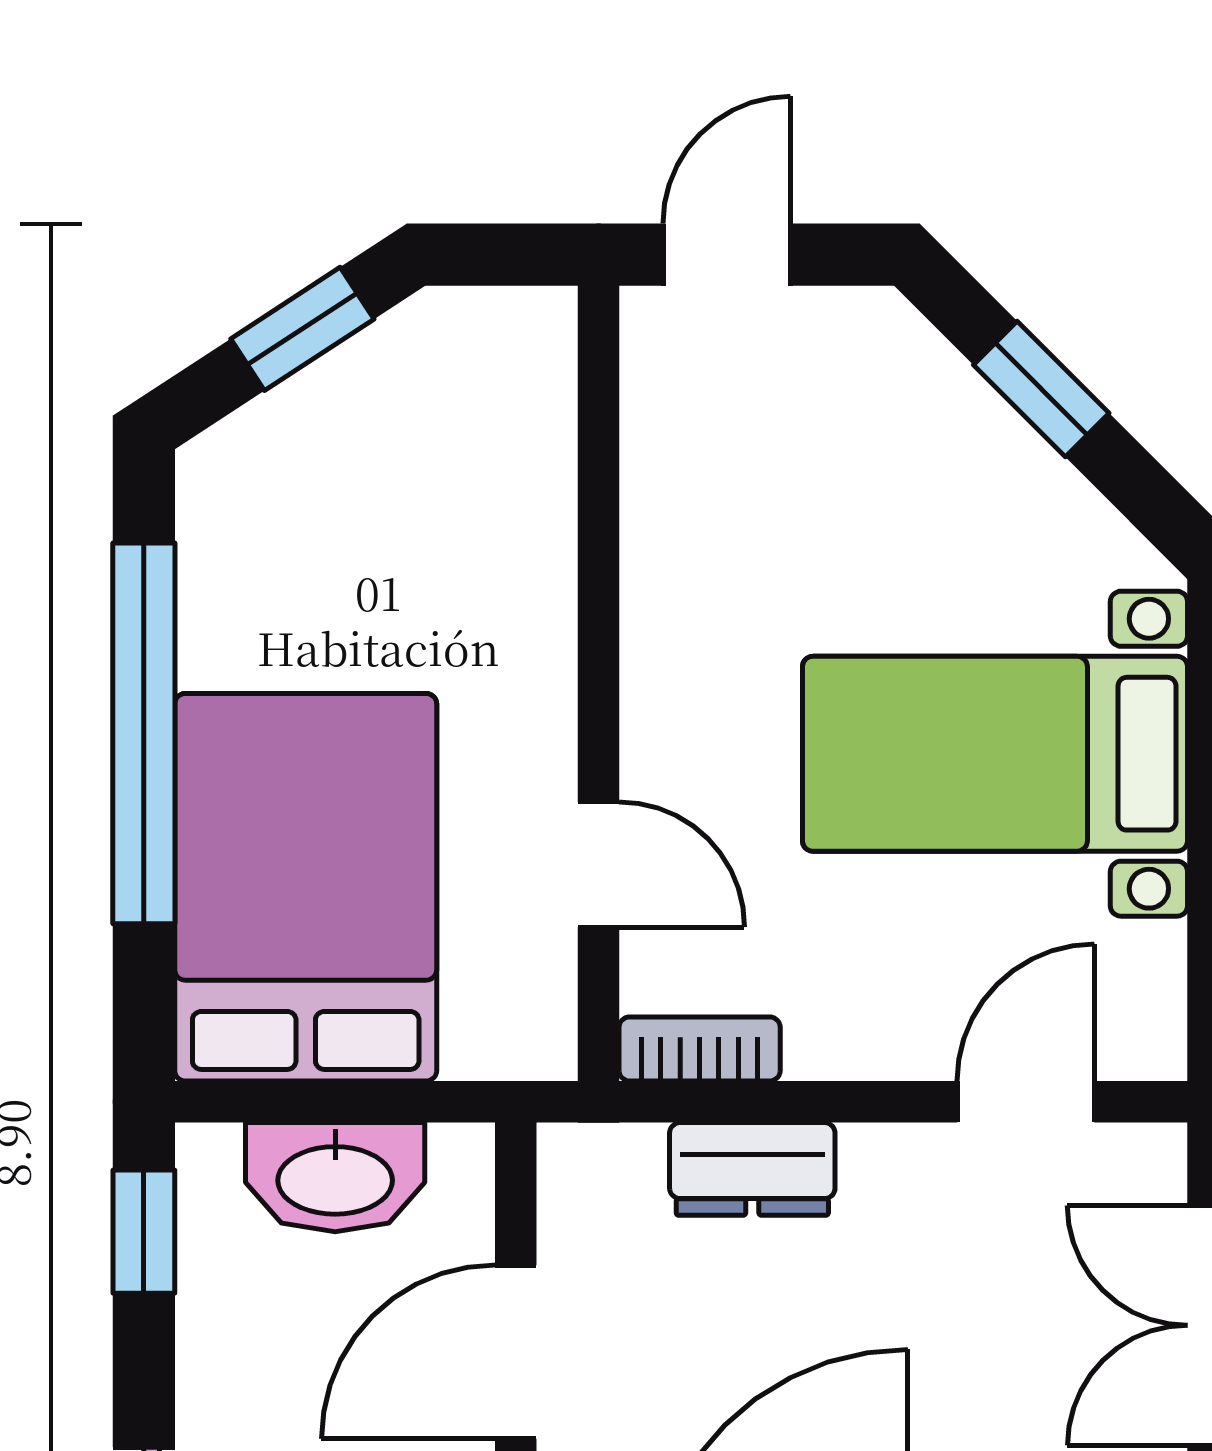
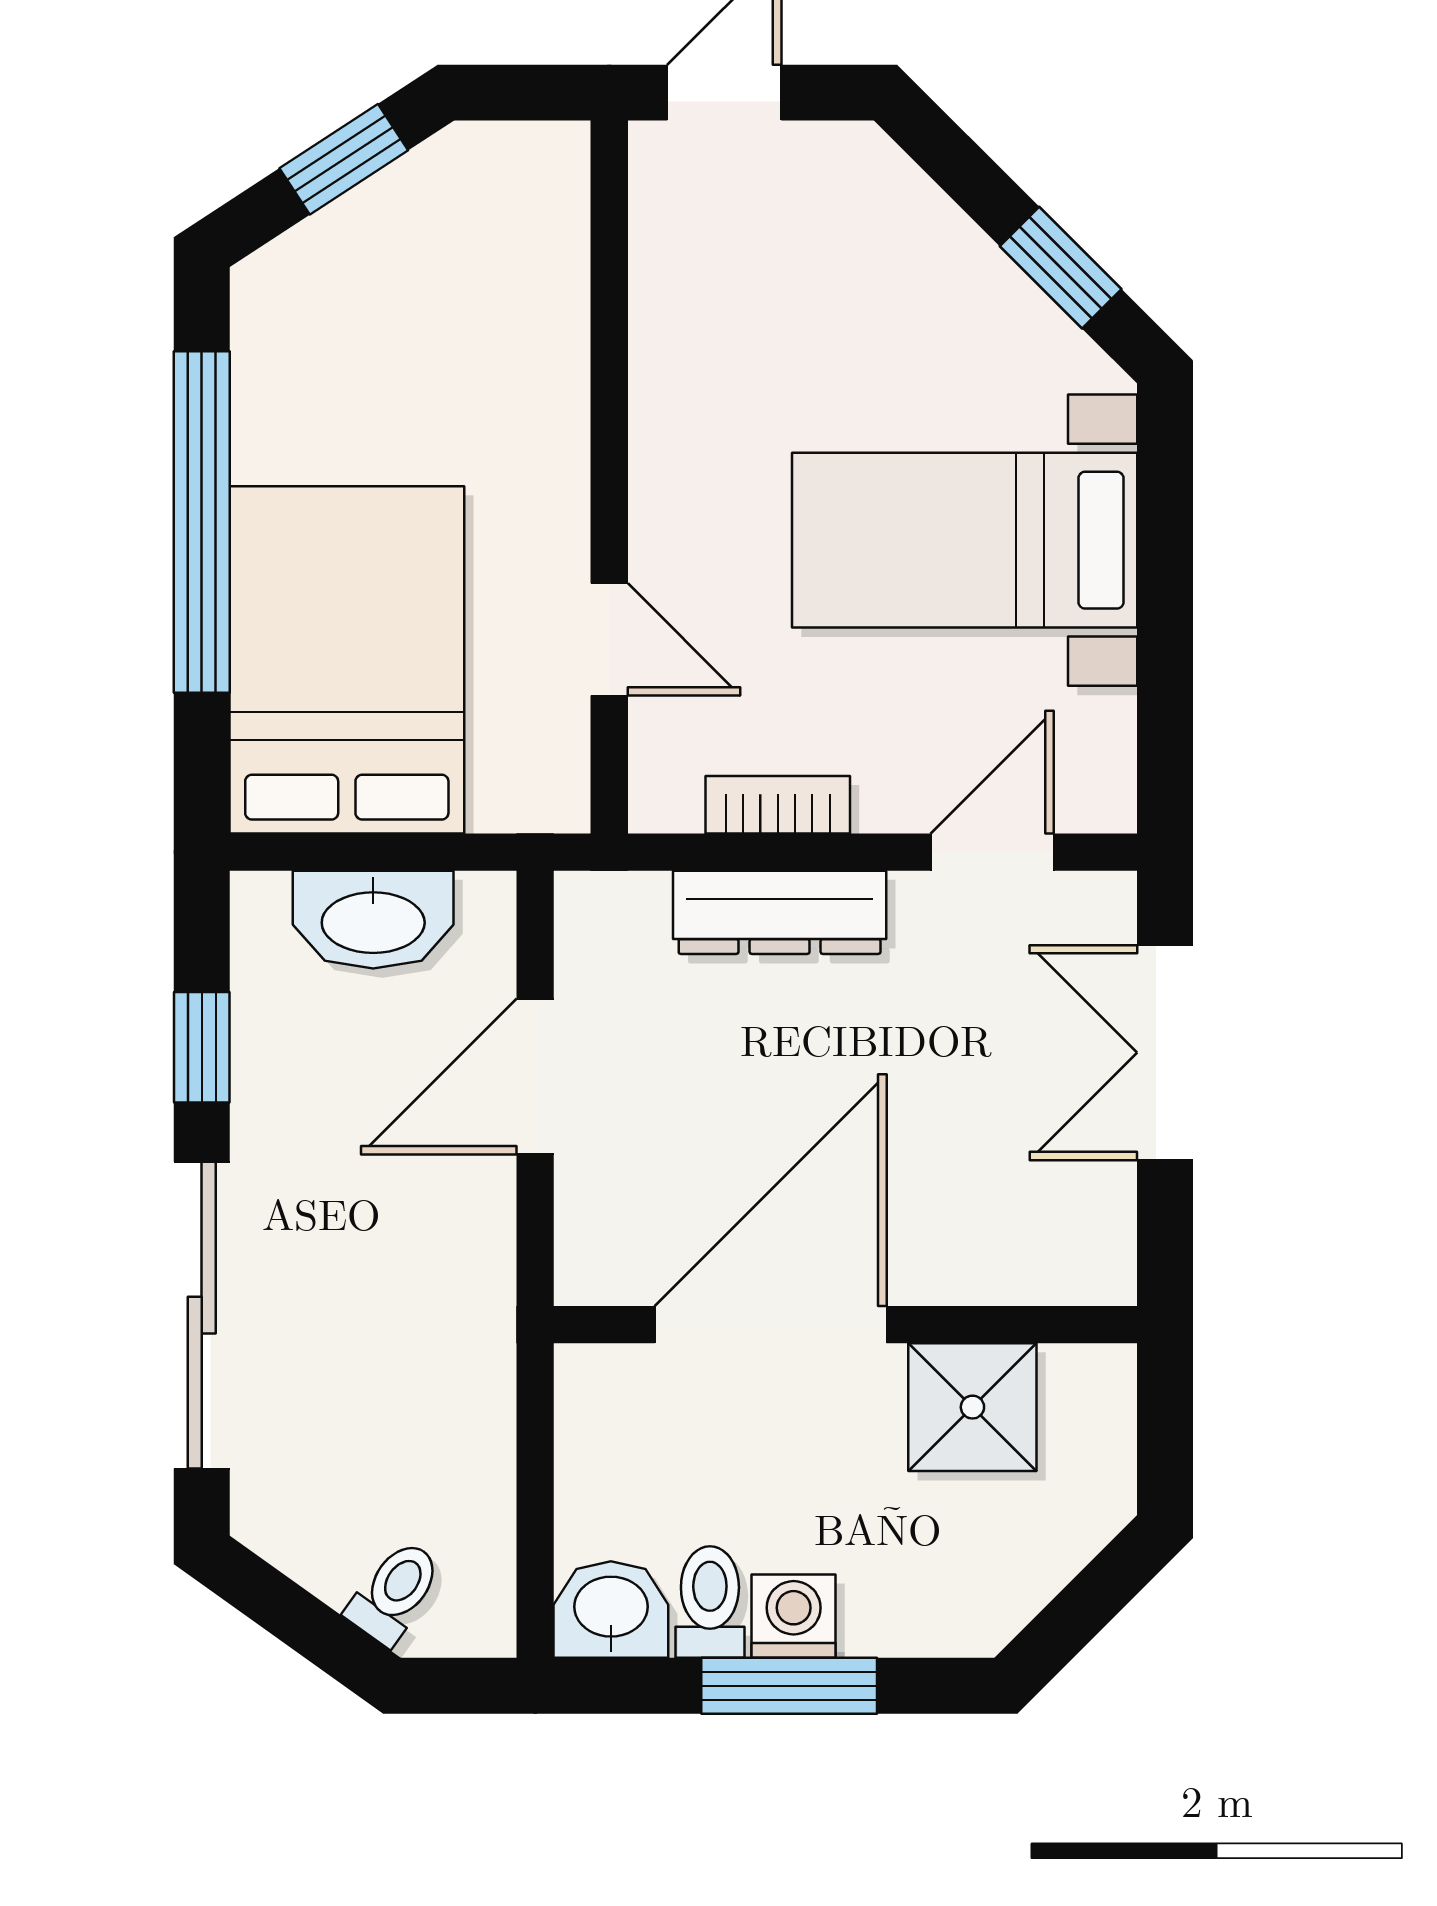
window: (1041, 389) -> (1061, 268), moved
bookcase: (700, 1049) -> (778, 805), moved
dresser: (752, 1169) -> (780, 912), width x1.44
window: (144, 1232) -> (202, 1047), moved

